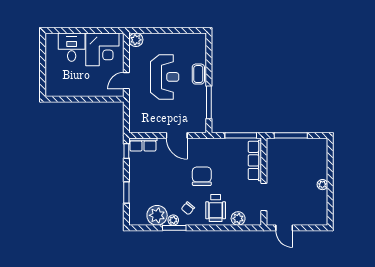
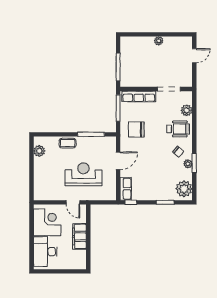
plant: (136, 40) -> (39, 151), moved
desk: (72, 47) -> (45, 252), width x1.37
reception desk: (165, 77) -> (83, 174), moved
filing cabinet: (85, 88) -> (79, 236), added
chair: (202, 176) -> (136, 130), moved
plant: (157, 215) -> (184, 189), moved
door: (284, 228) -> (194, 56), moved

